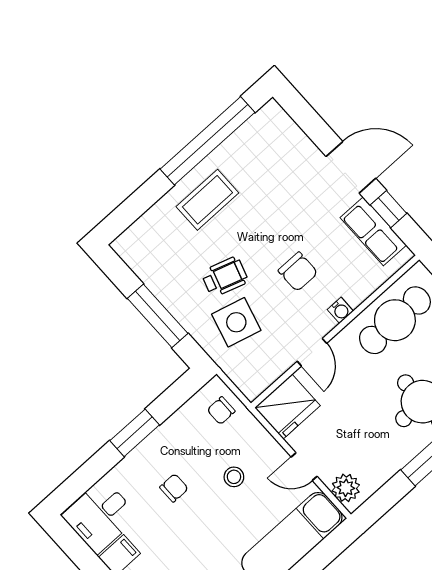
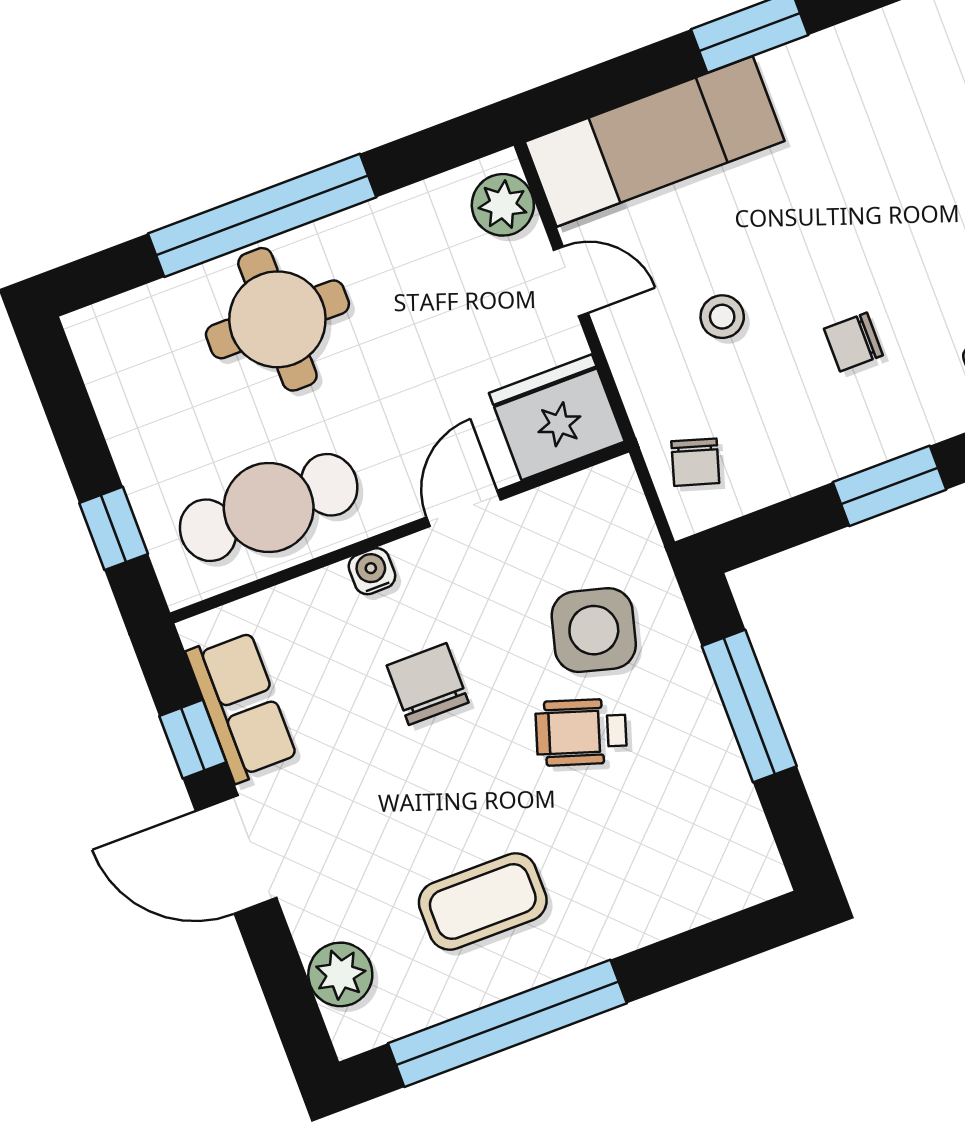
plant: (287, 134) -> (340, 974), added
coffee table: (207, 200) -> (483, 901), moved
chair: (221, 411) -> (695, 462), turned 107

